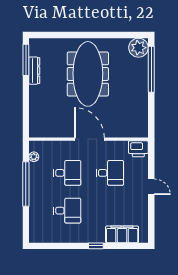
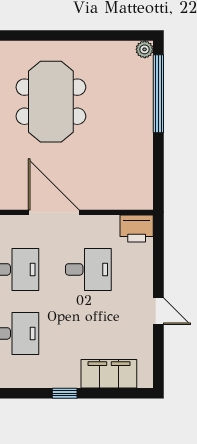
plant: (138, 48) -> (145, 49), width x0.53, depth x0.53
meeting table: (88, 74) -> (51, 102), width x0.73
door: (151, 187) -> (158, 311), moved

